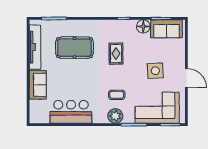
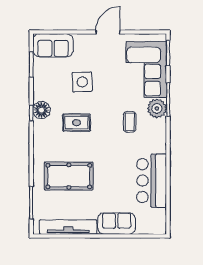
floor lamp: (143, 26) -> (41, 110), moved
sofa: (166, 29) -> (53, 45), moved, turned 90
pool table: (75, 48) -> (69, 176), turned 90
side table: (155, 71) -> (82, 82), moved
plant: (115, 116) -> (157, 108), moved

